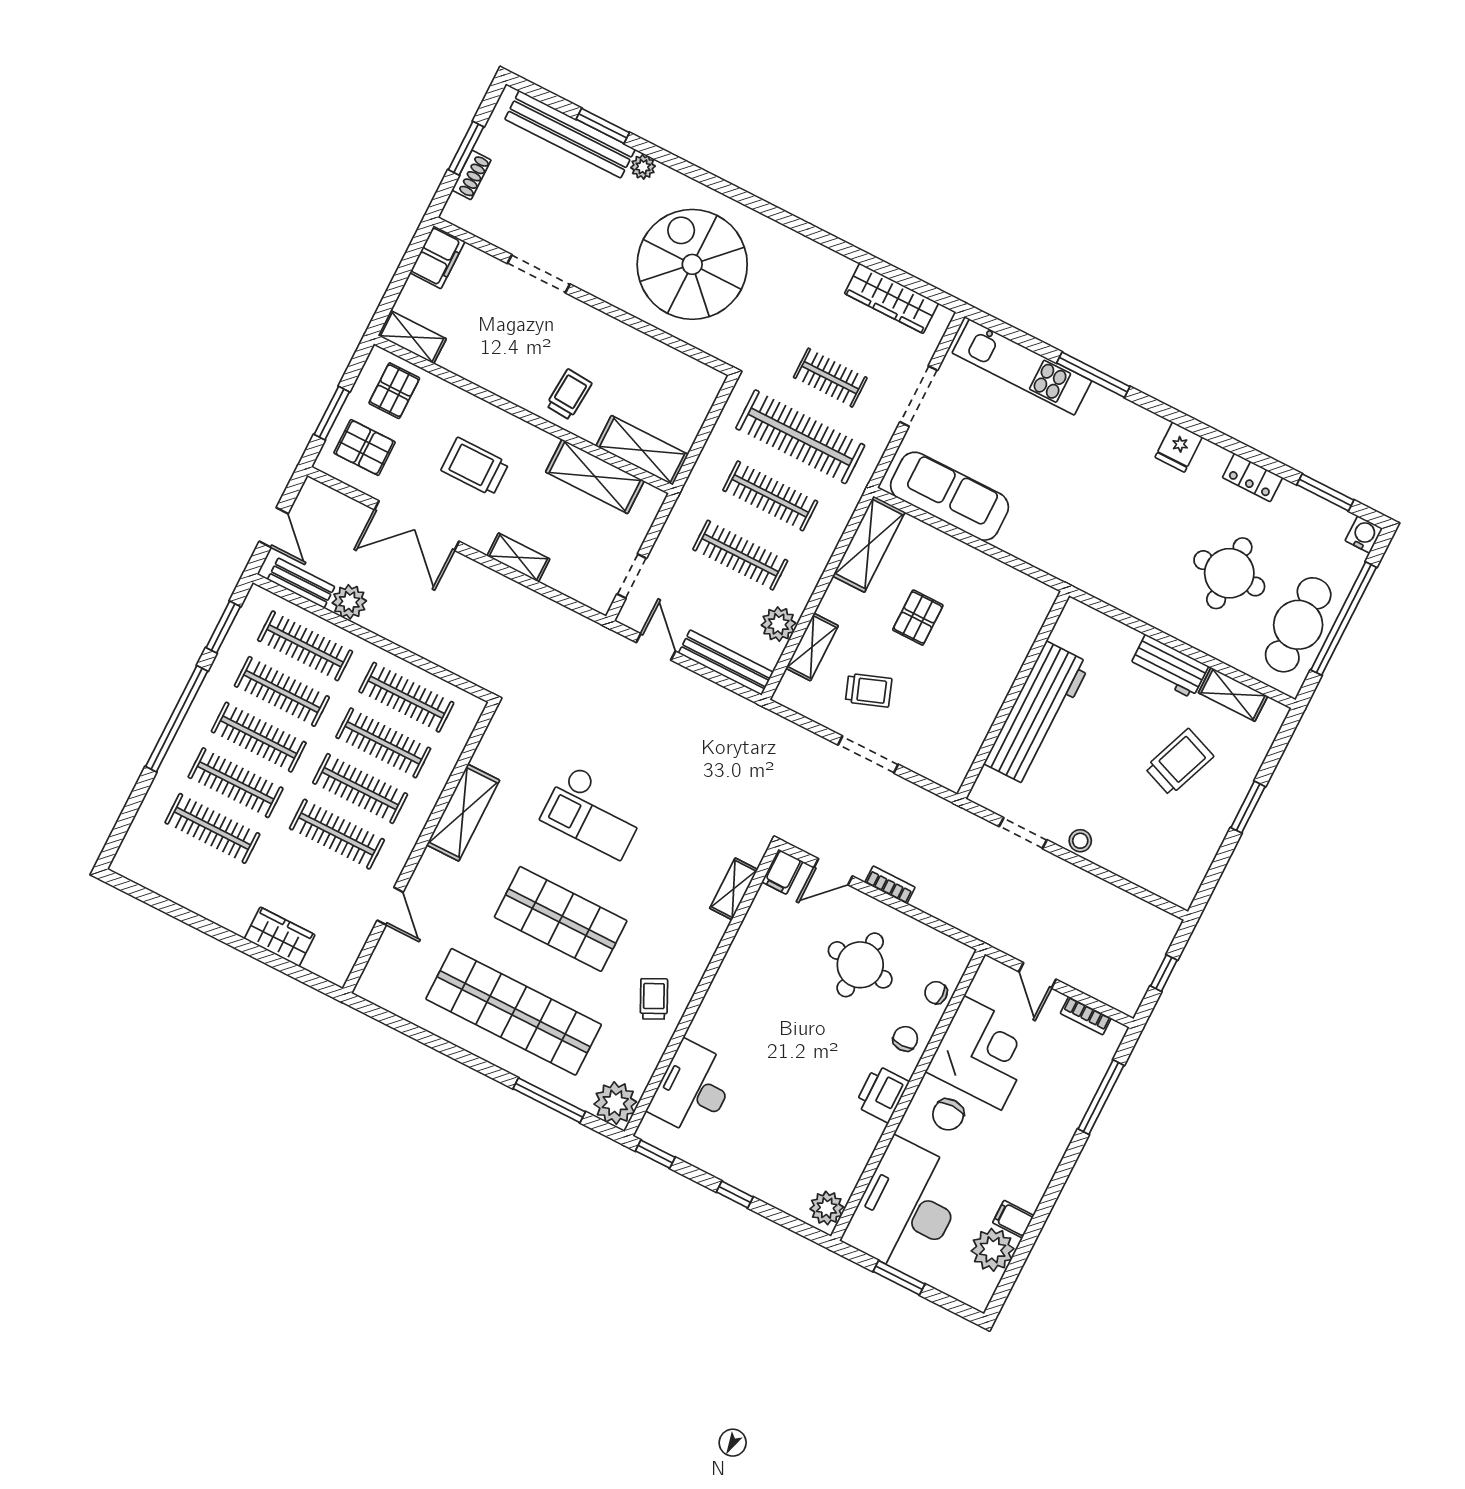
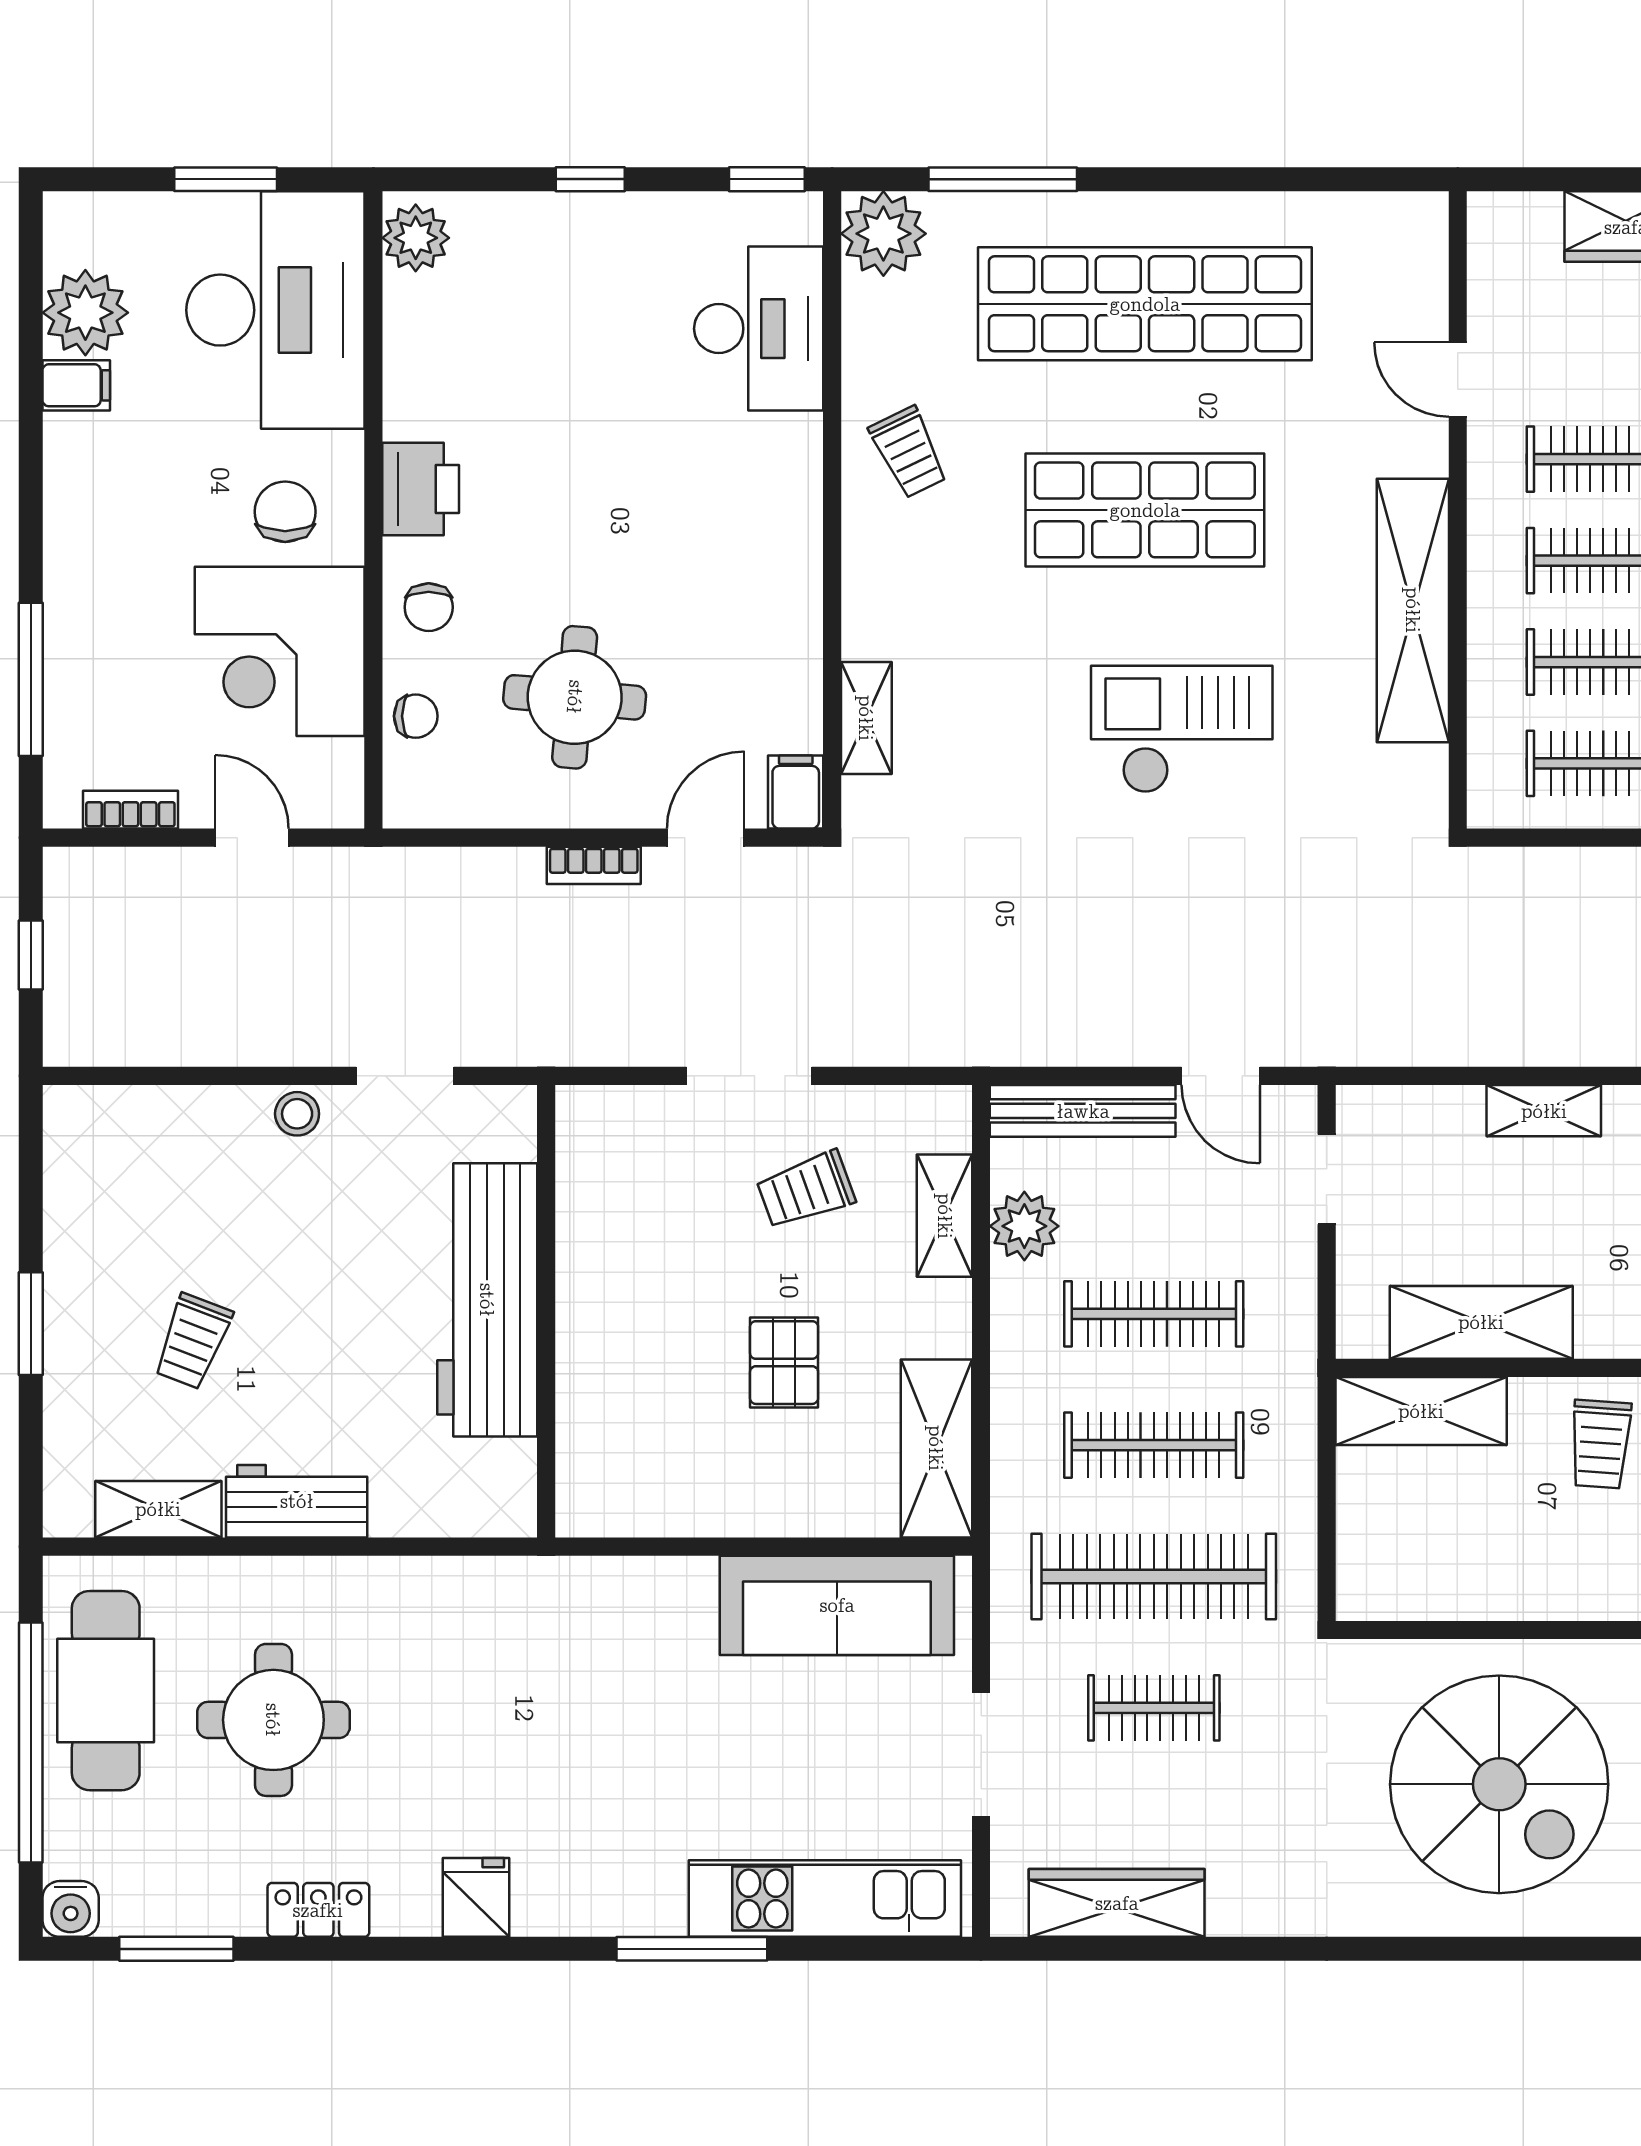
trolley: (1179, 762) -> (193, 1341), width x0.73, depth x0.72
shelving: (463, 813) -> (1413, 610), width x1.47

